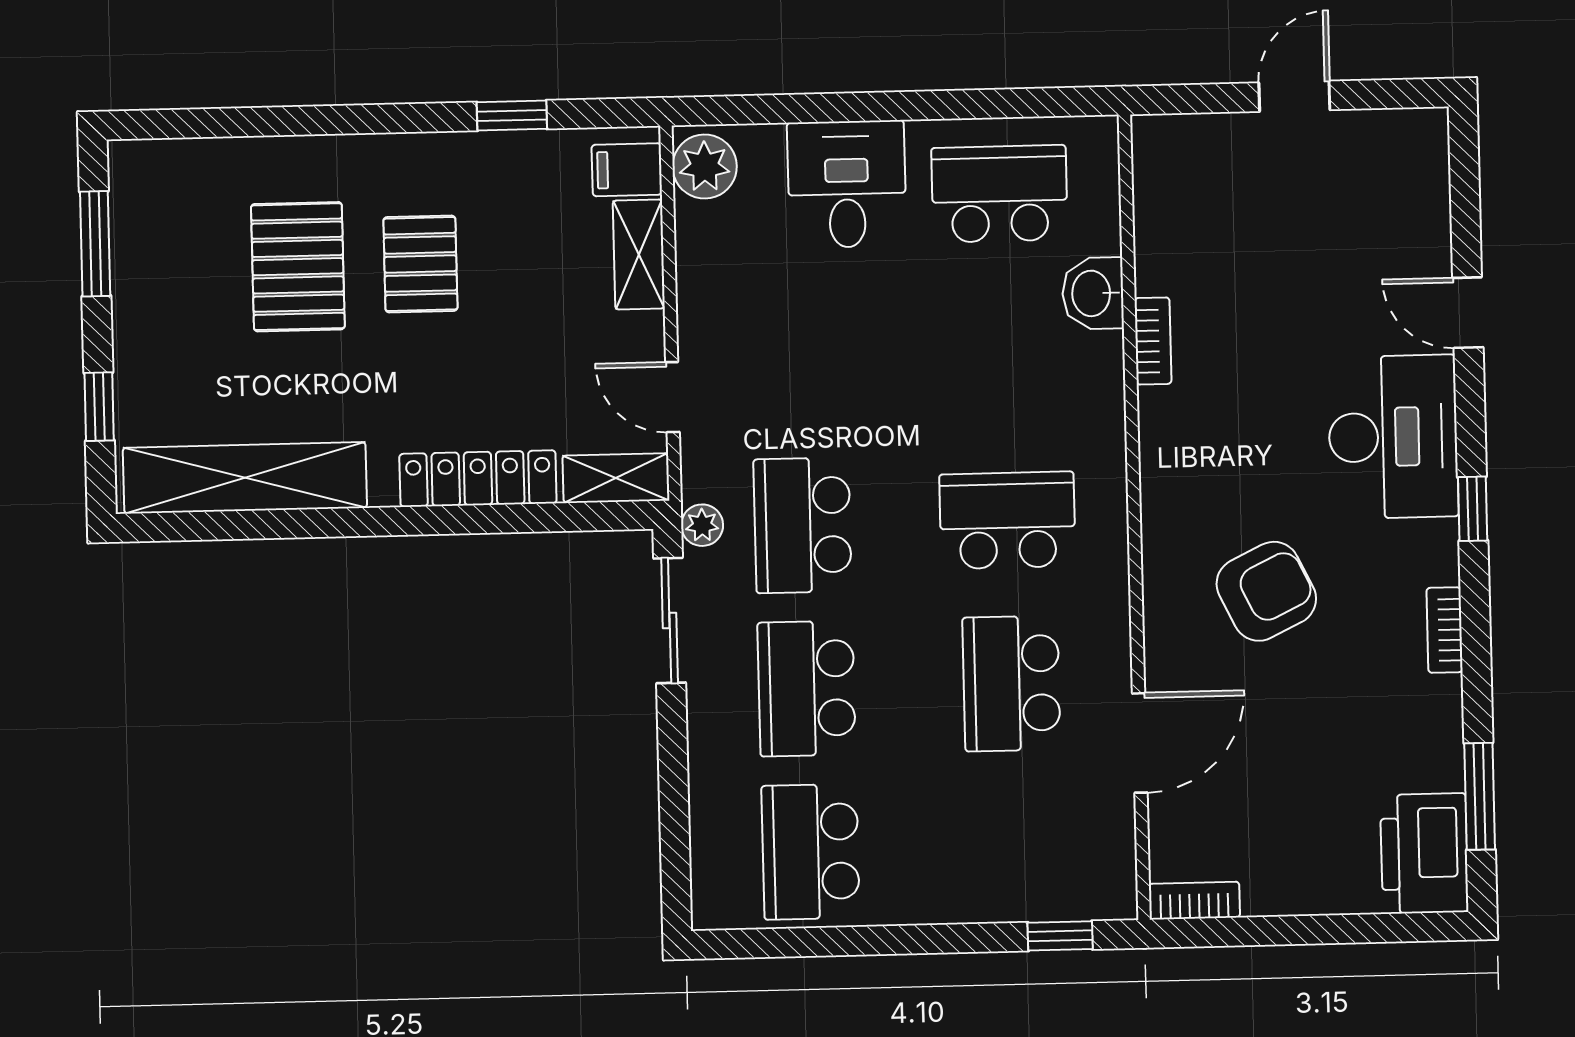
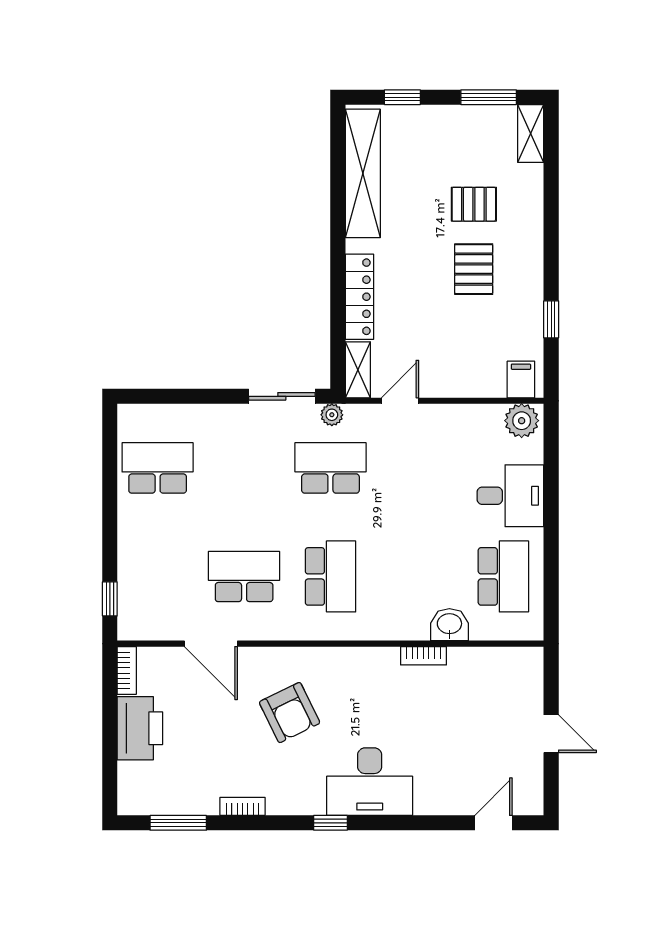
shelving: (639, 254) -> (531, 134), moved, turned 90
pallet: (420, 264) -> (474, 269), turned 90
pallet: (298, 267) -> (474, 204), width x0.67, depth x0.71
door: (1468, 313) -> (493, 823), moved
bookcase: (1445, 630) -> (242, 806), moved
school desk: (807, 689) -> (244, 468), removed
printer: (1424, 853) -> (140, 728), moved, turned 90

